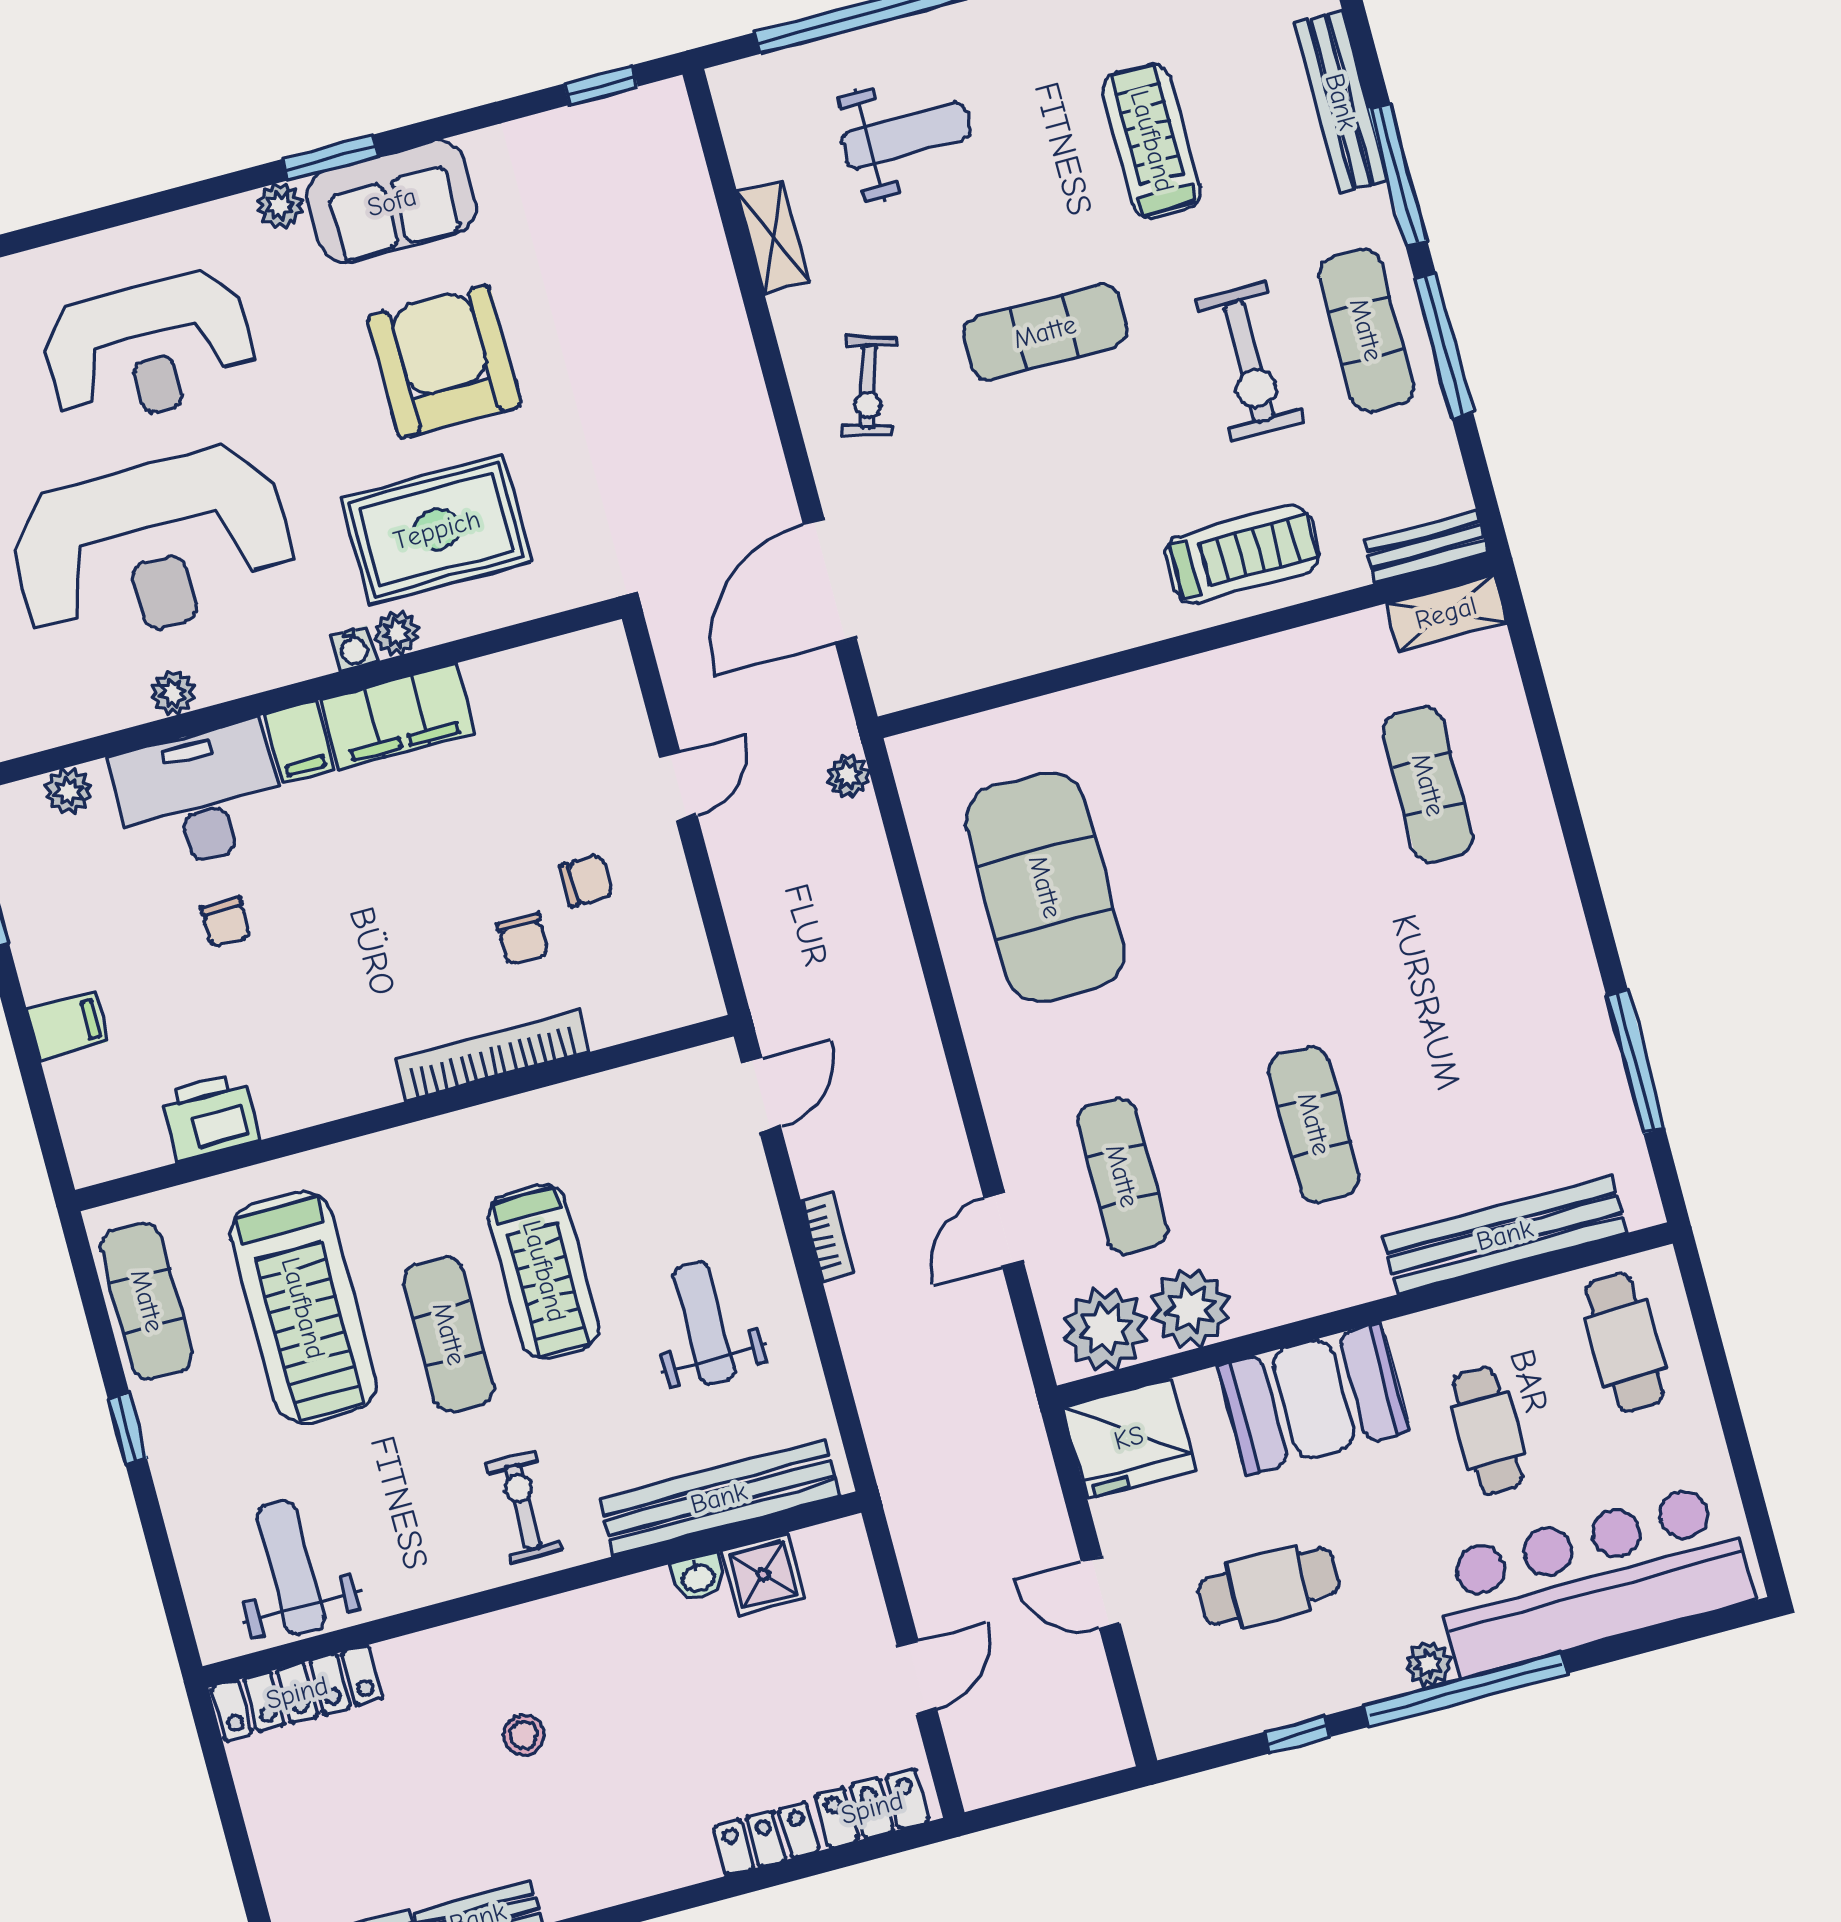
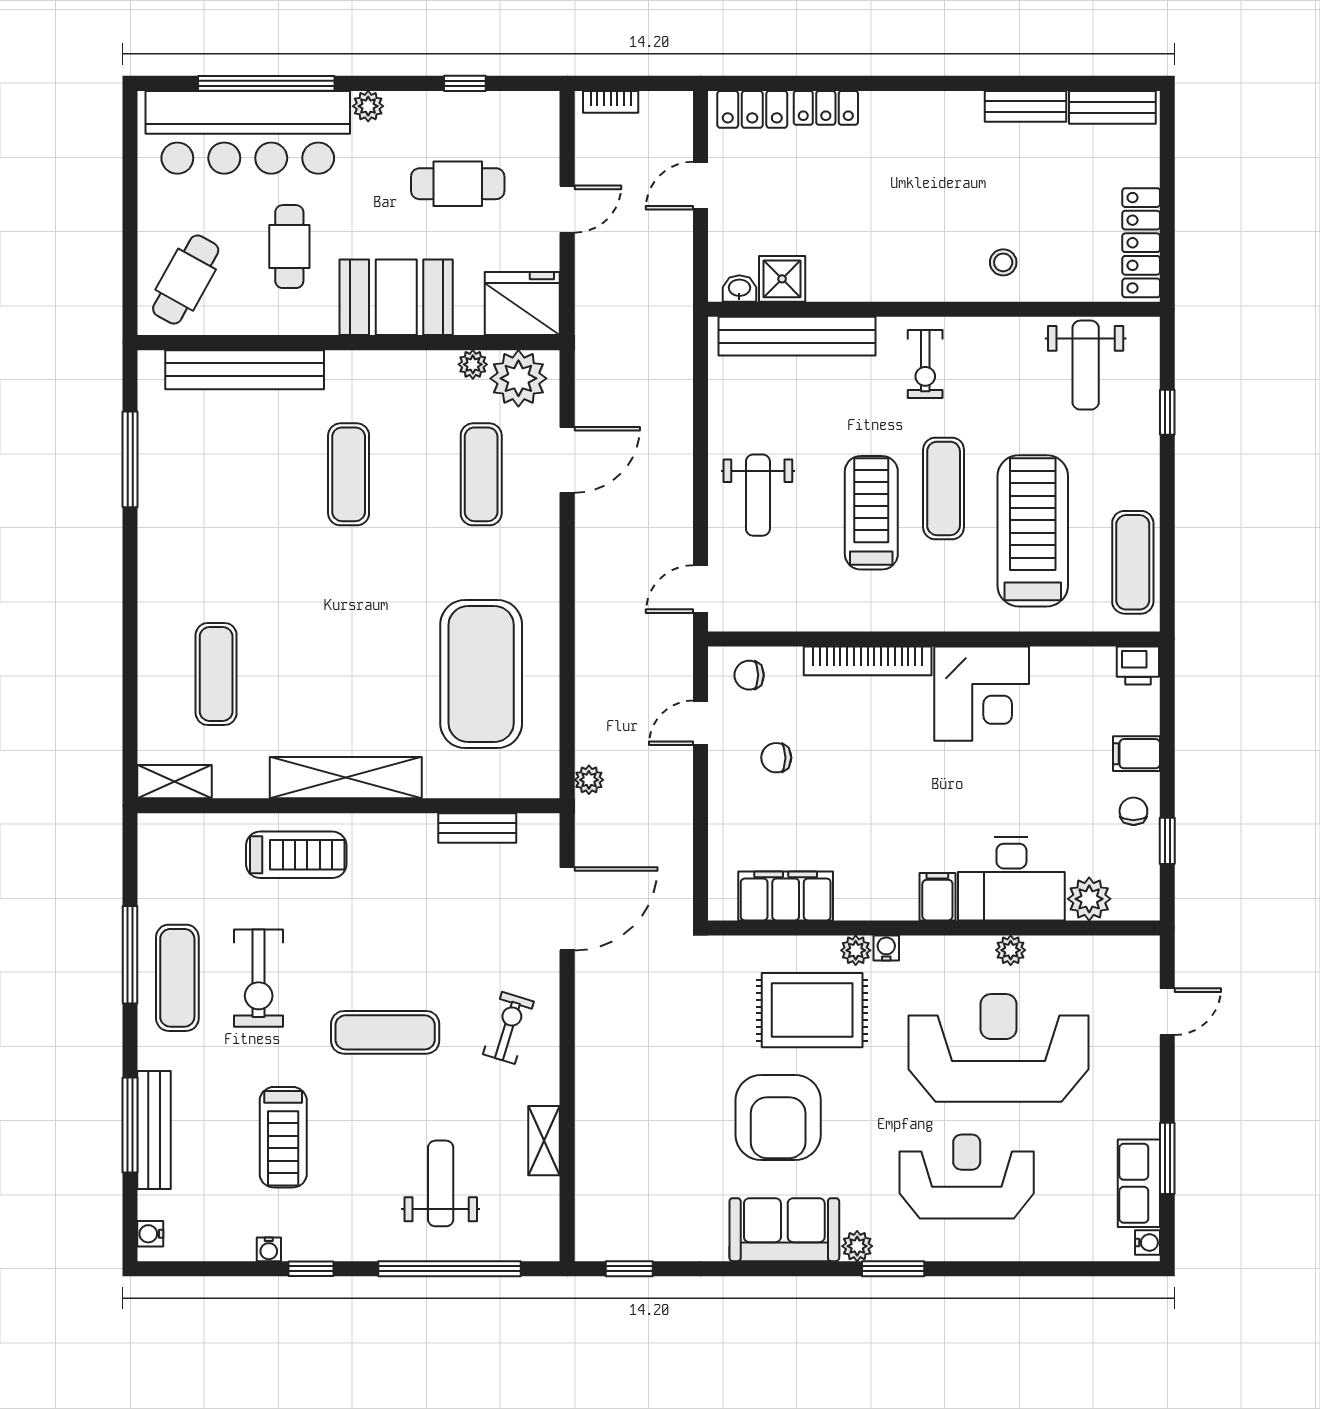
weight bench: (906, 135) -> (441, 1183), turned 90
window: (330, 158) -> (893, 1269), moved
window: (1398, 175) -> (130, 1125), moved
exercise bike: (1249, 361) -> (259, 978), turned 180
bench: (1426, 547) -> (477, 828), moved
treadmill: (1242, 554) -> (296, 855), turned 180
shelving: (1201, 685) -> (346, 778), added
filing cabinet: (398, 717) -> (786, 896), moved
door: (678, 786) -> (701, 723), moved
plant: (68, 791) -> (1089, 899), width x1.38, depth x1.38
chair: (226, 922) -> (1133, 811), moved
chair: (523, 939) -> (749, 675), moved, turned -90
corner desk: (314, 1053) -> (982, 694), added
printer: (209, 1117) -> (1138, 665), moved, width x0.73, depth x0.81
door: (1004, 1230) -> (567, 460), width x1.38
bookcase: (828, 1237) -> (611, 102), moved, turned -90
plant: (1190, 1308) -> (473, 364), width x0.53, depth x0.53
weight bench: (704, 1323) -> (758, 495), moved
cafe table: (1625, 1343) -> (186, 280), turned 30
window: (128, 1429) -> (1167, 412), moved
washbasin: (698, 1577) -> (739, 289), moved
door: (1101, 1592) -> (567, 209), hinge flipped
window: (1465, 1689) -> (266, 83), moved
locker: (297, 1693) -> (1141, 243), moved, turned -90
stool: (524, 1735) -> (1003, 262), moved

